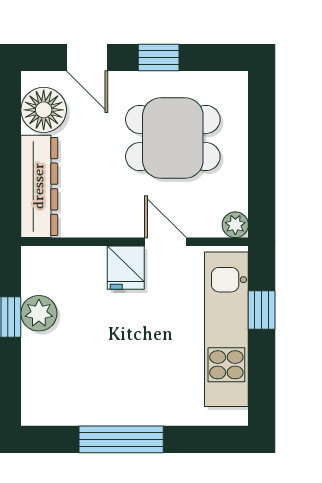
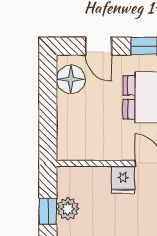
dresser: (39, 186) -> (68, 128), removed

